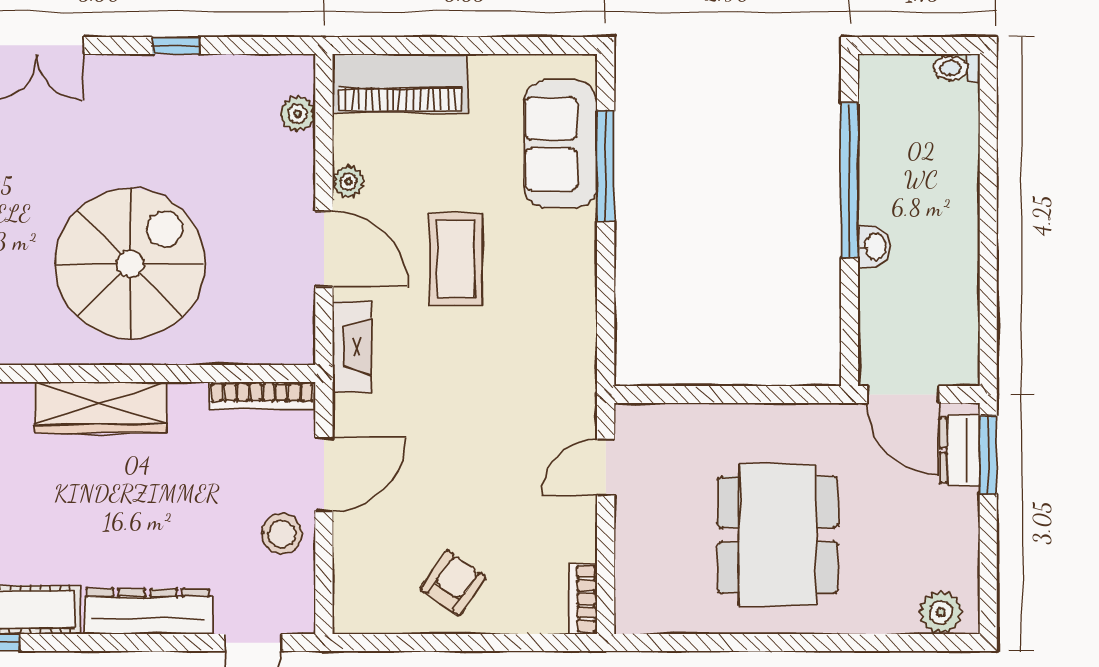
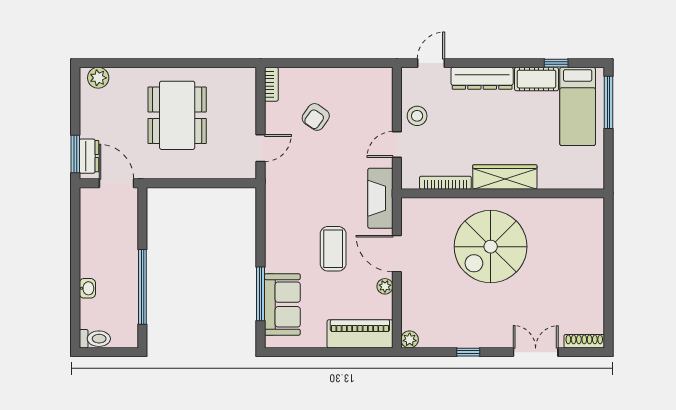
toilet: (957, 68) -> (95, 339), width x1.37, depth x1.39
plant: (298, 114) -> (410, 339), moved
washbasin: (874, 246) -> (87, 288), moved, turned 180
fireplace: (352, 347) -> (380, 198), width x1.37, depth x1.32
bookcase: (262, 396) -> (445, 183), moved
door: (324, 475) -> (397, 144), width x0.73
armchair: (453, 583) -> (316, 117), moved

